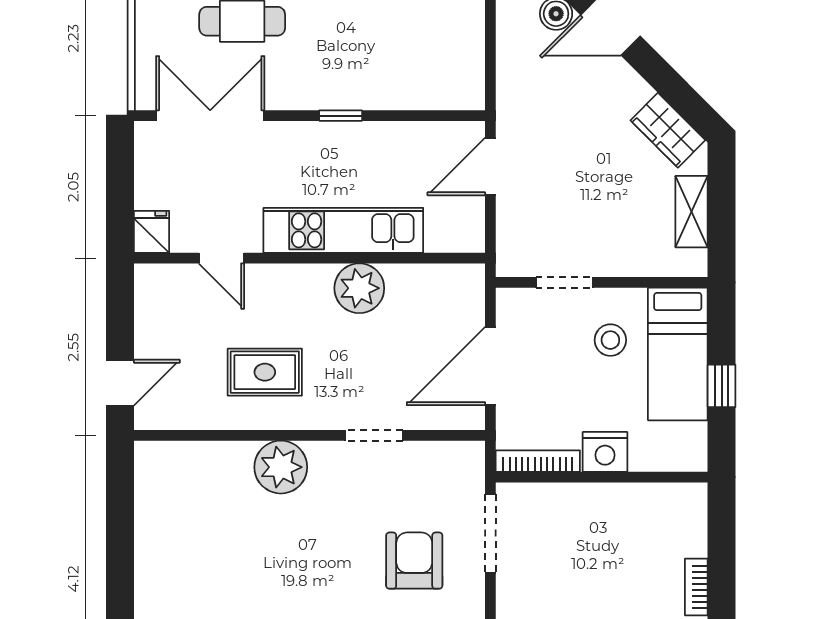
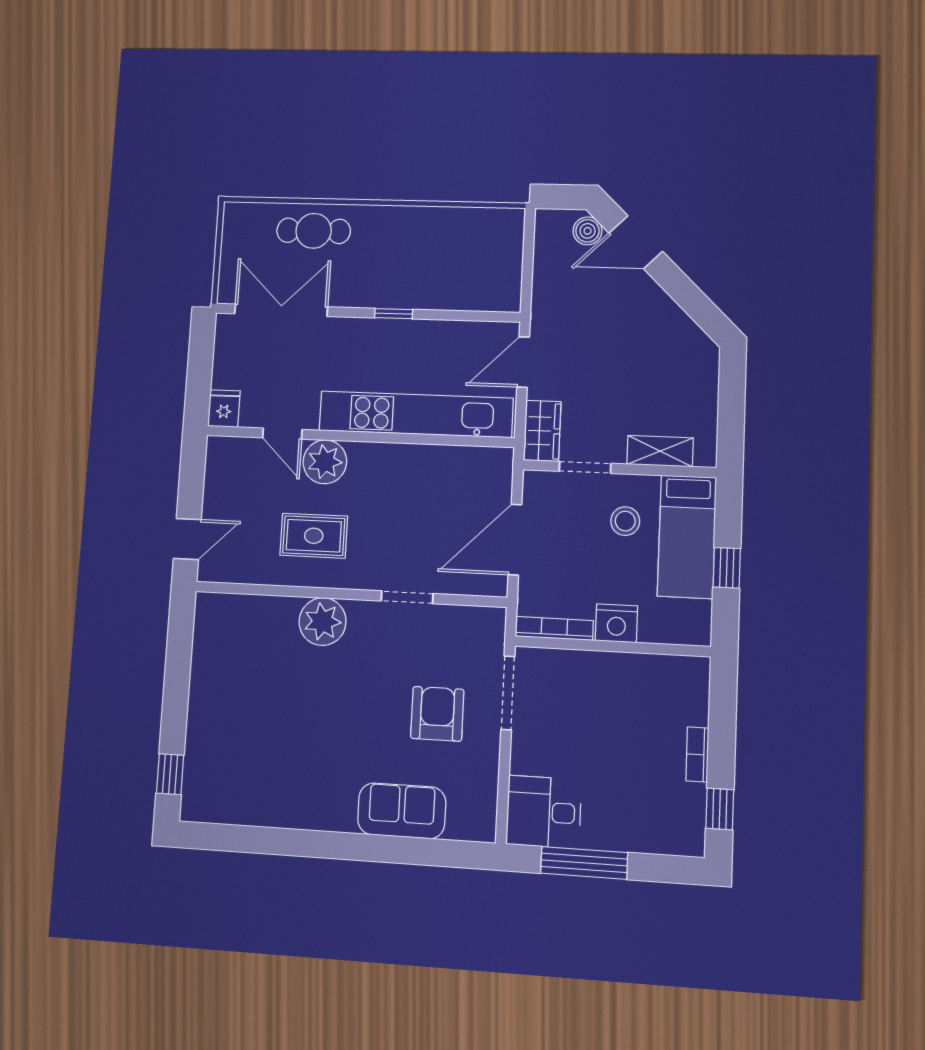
wardrobe: (668, 130) -> (542, 431), moved, turned -135
shelving: (692, 212) -> (660, 451), moved, turned 90
kitchen unit: (343, 230) -> (416, 414), width x1.36
plant: (359, 288) -> (325, 462), moved

